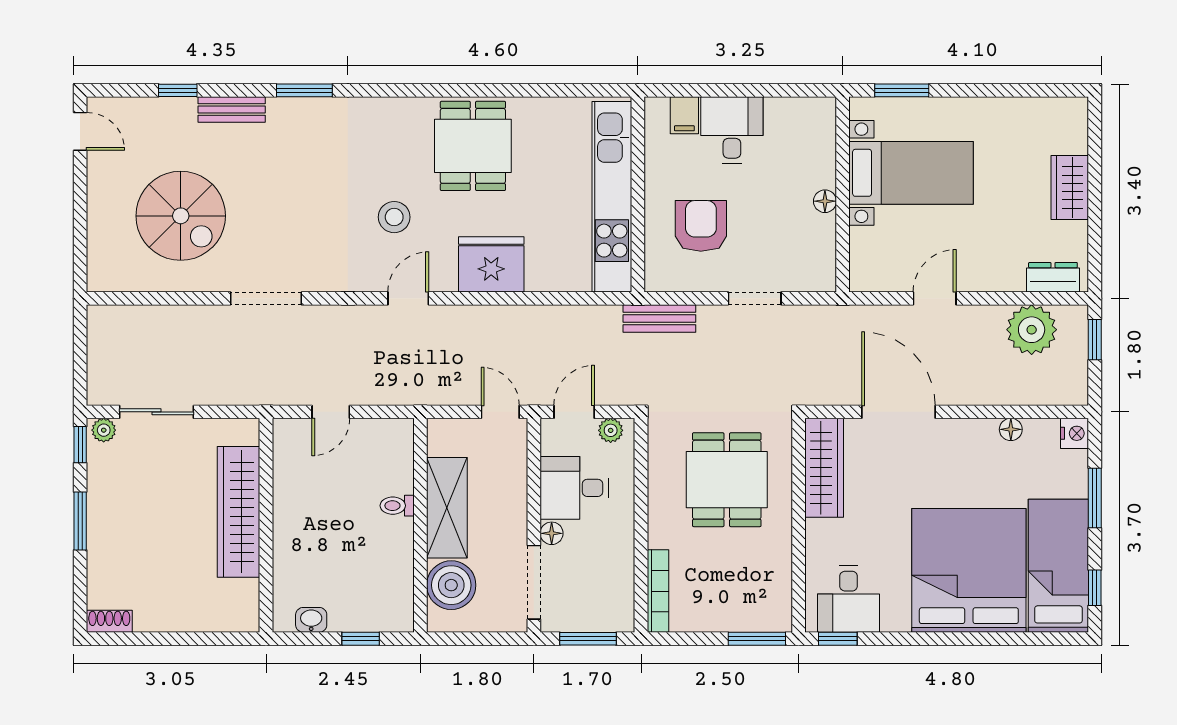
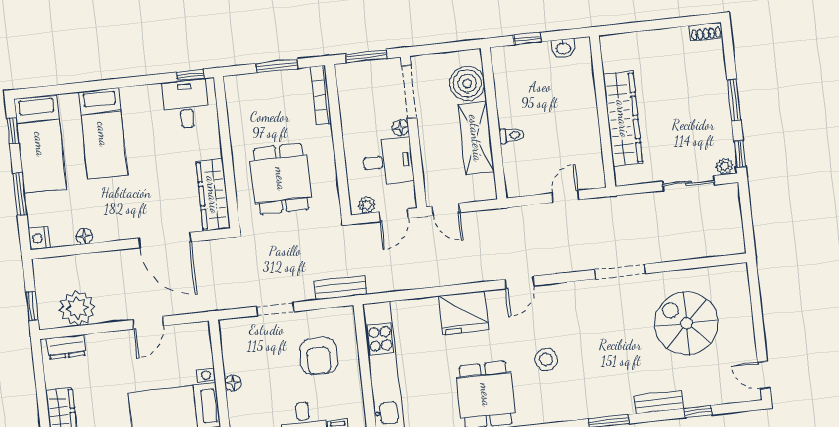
stool: (394, 217) -> (546, 359), moved
bed: (969, 570) -> (103, 134), width x0.49
window: (757, 639) -> (277, 66), moved

